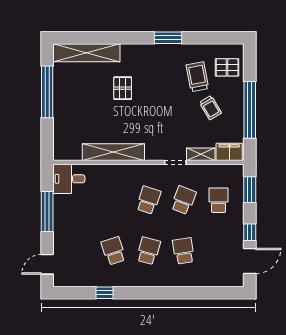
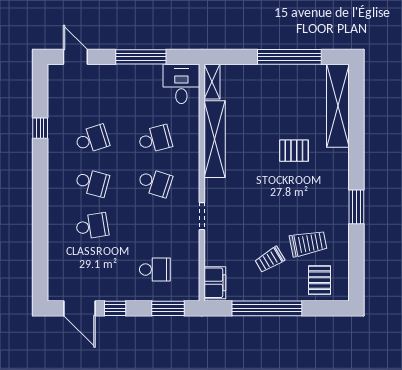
shelving: (201, 154) -> (212, 82), moved
school desk: (183, 200) -> (155, 139), moved, turned -36

